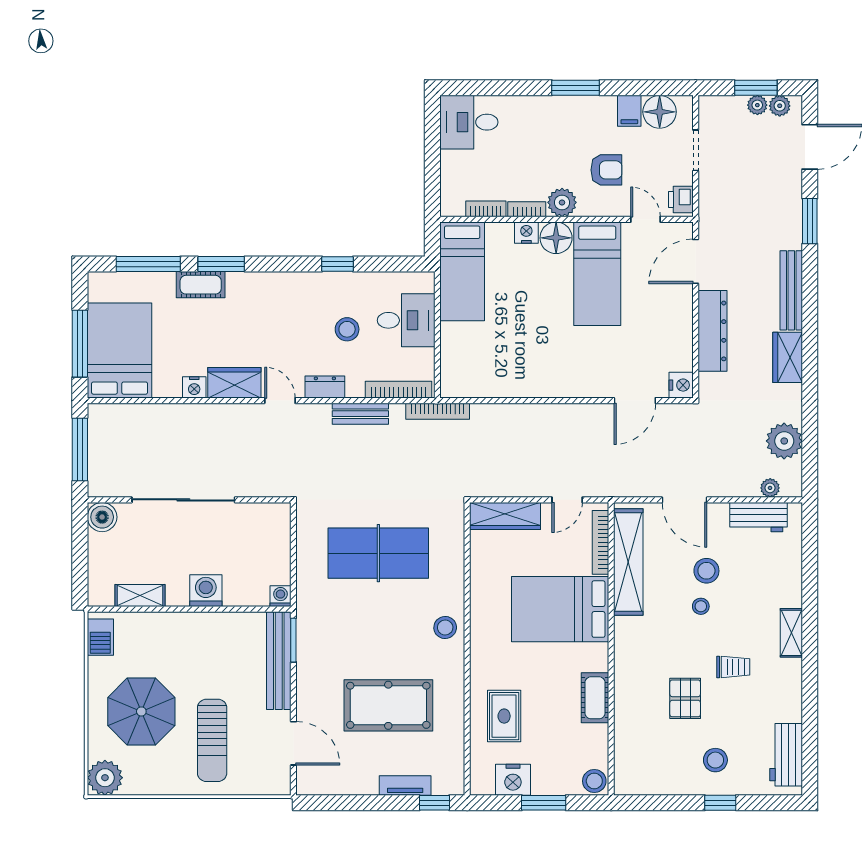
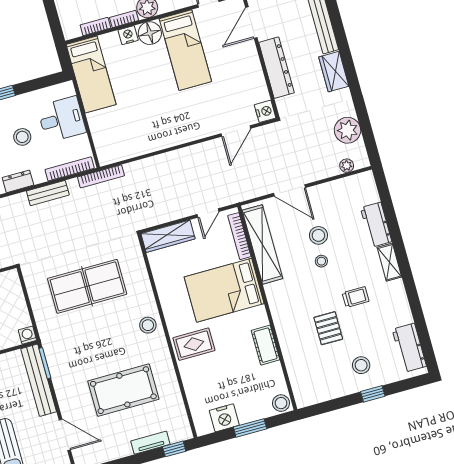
workbench: (759, 517) -> (376, 225), moved, turned 90
rug: (504, 716) -> (194, 344), moved, turned 90

